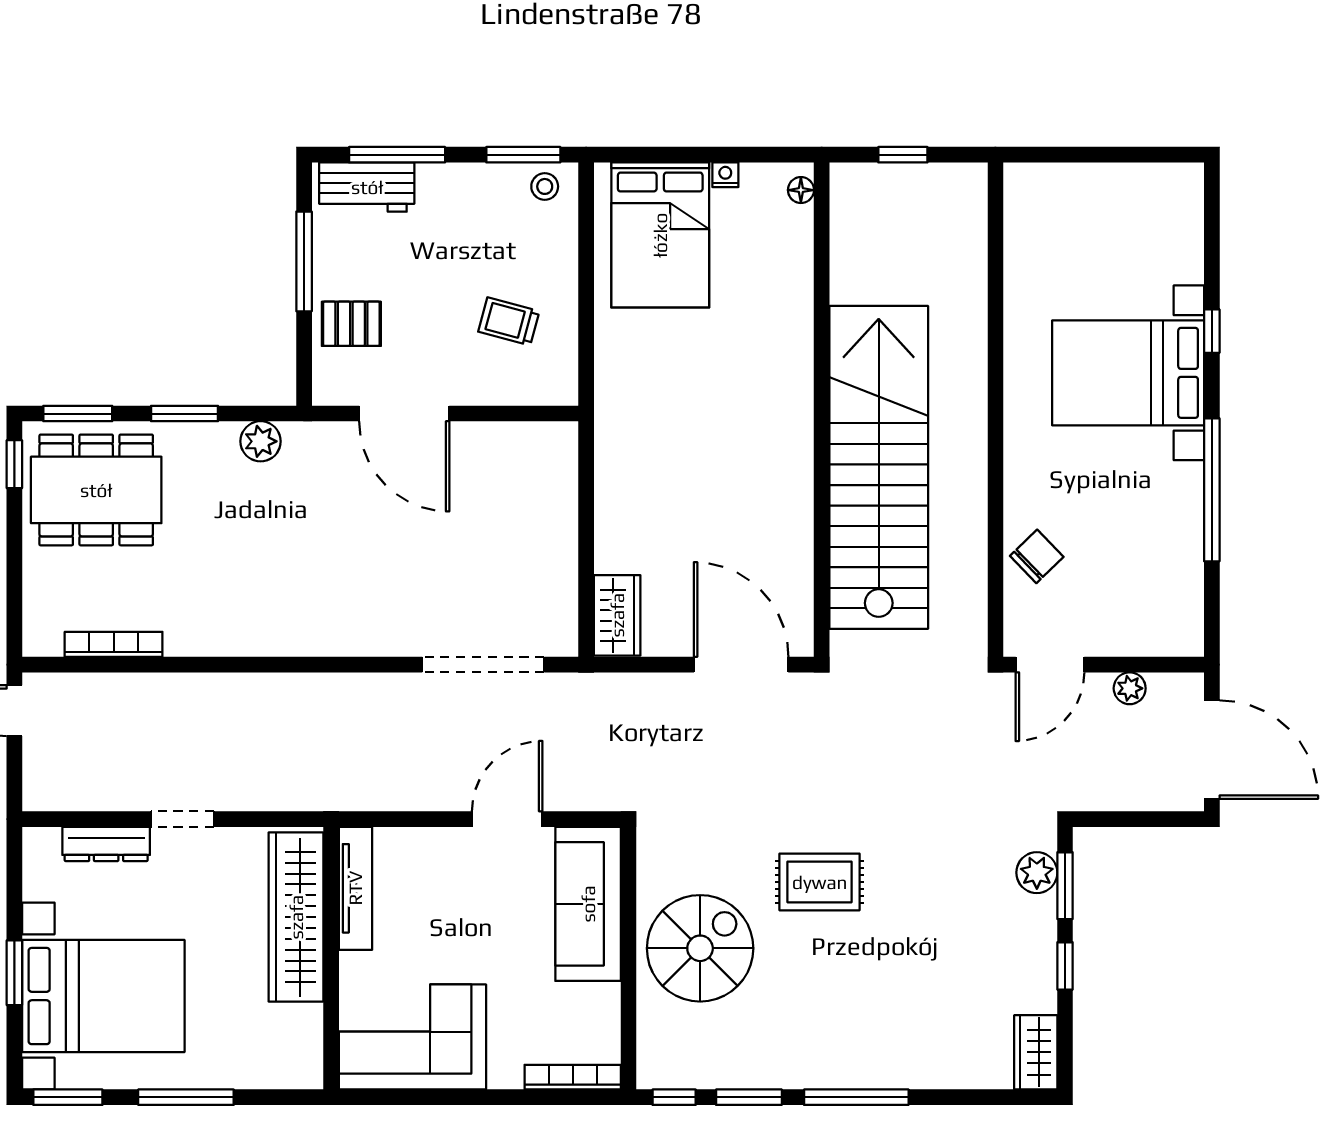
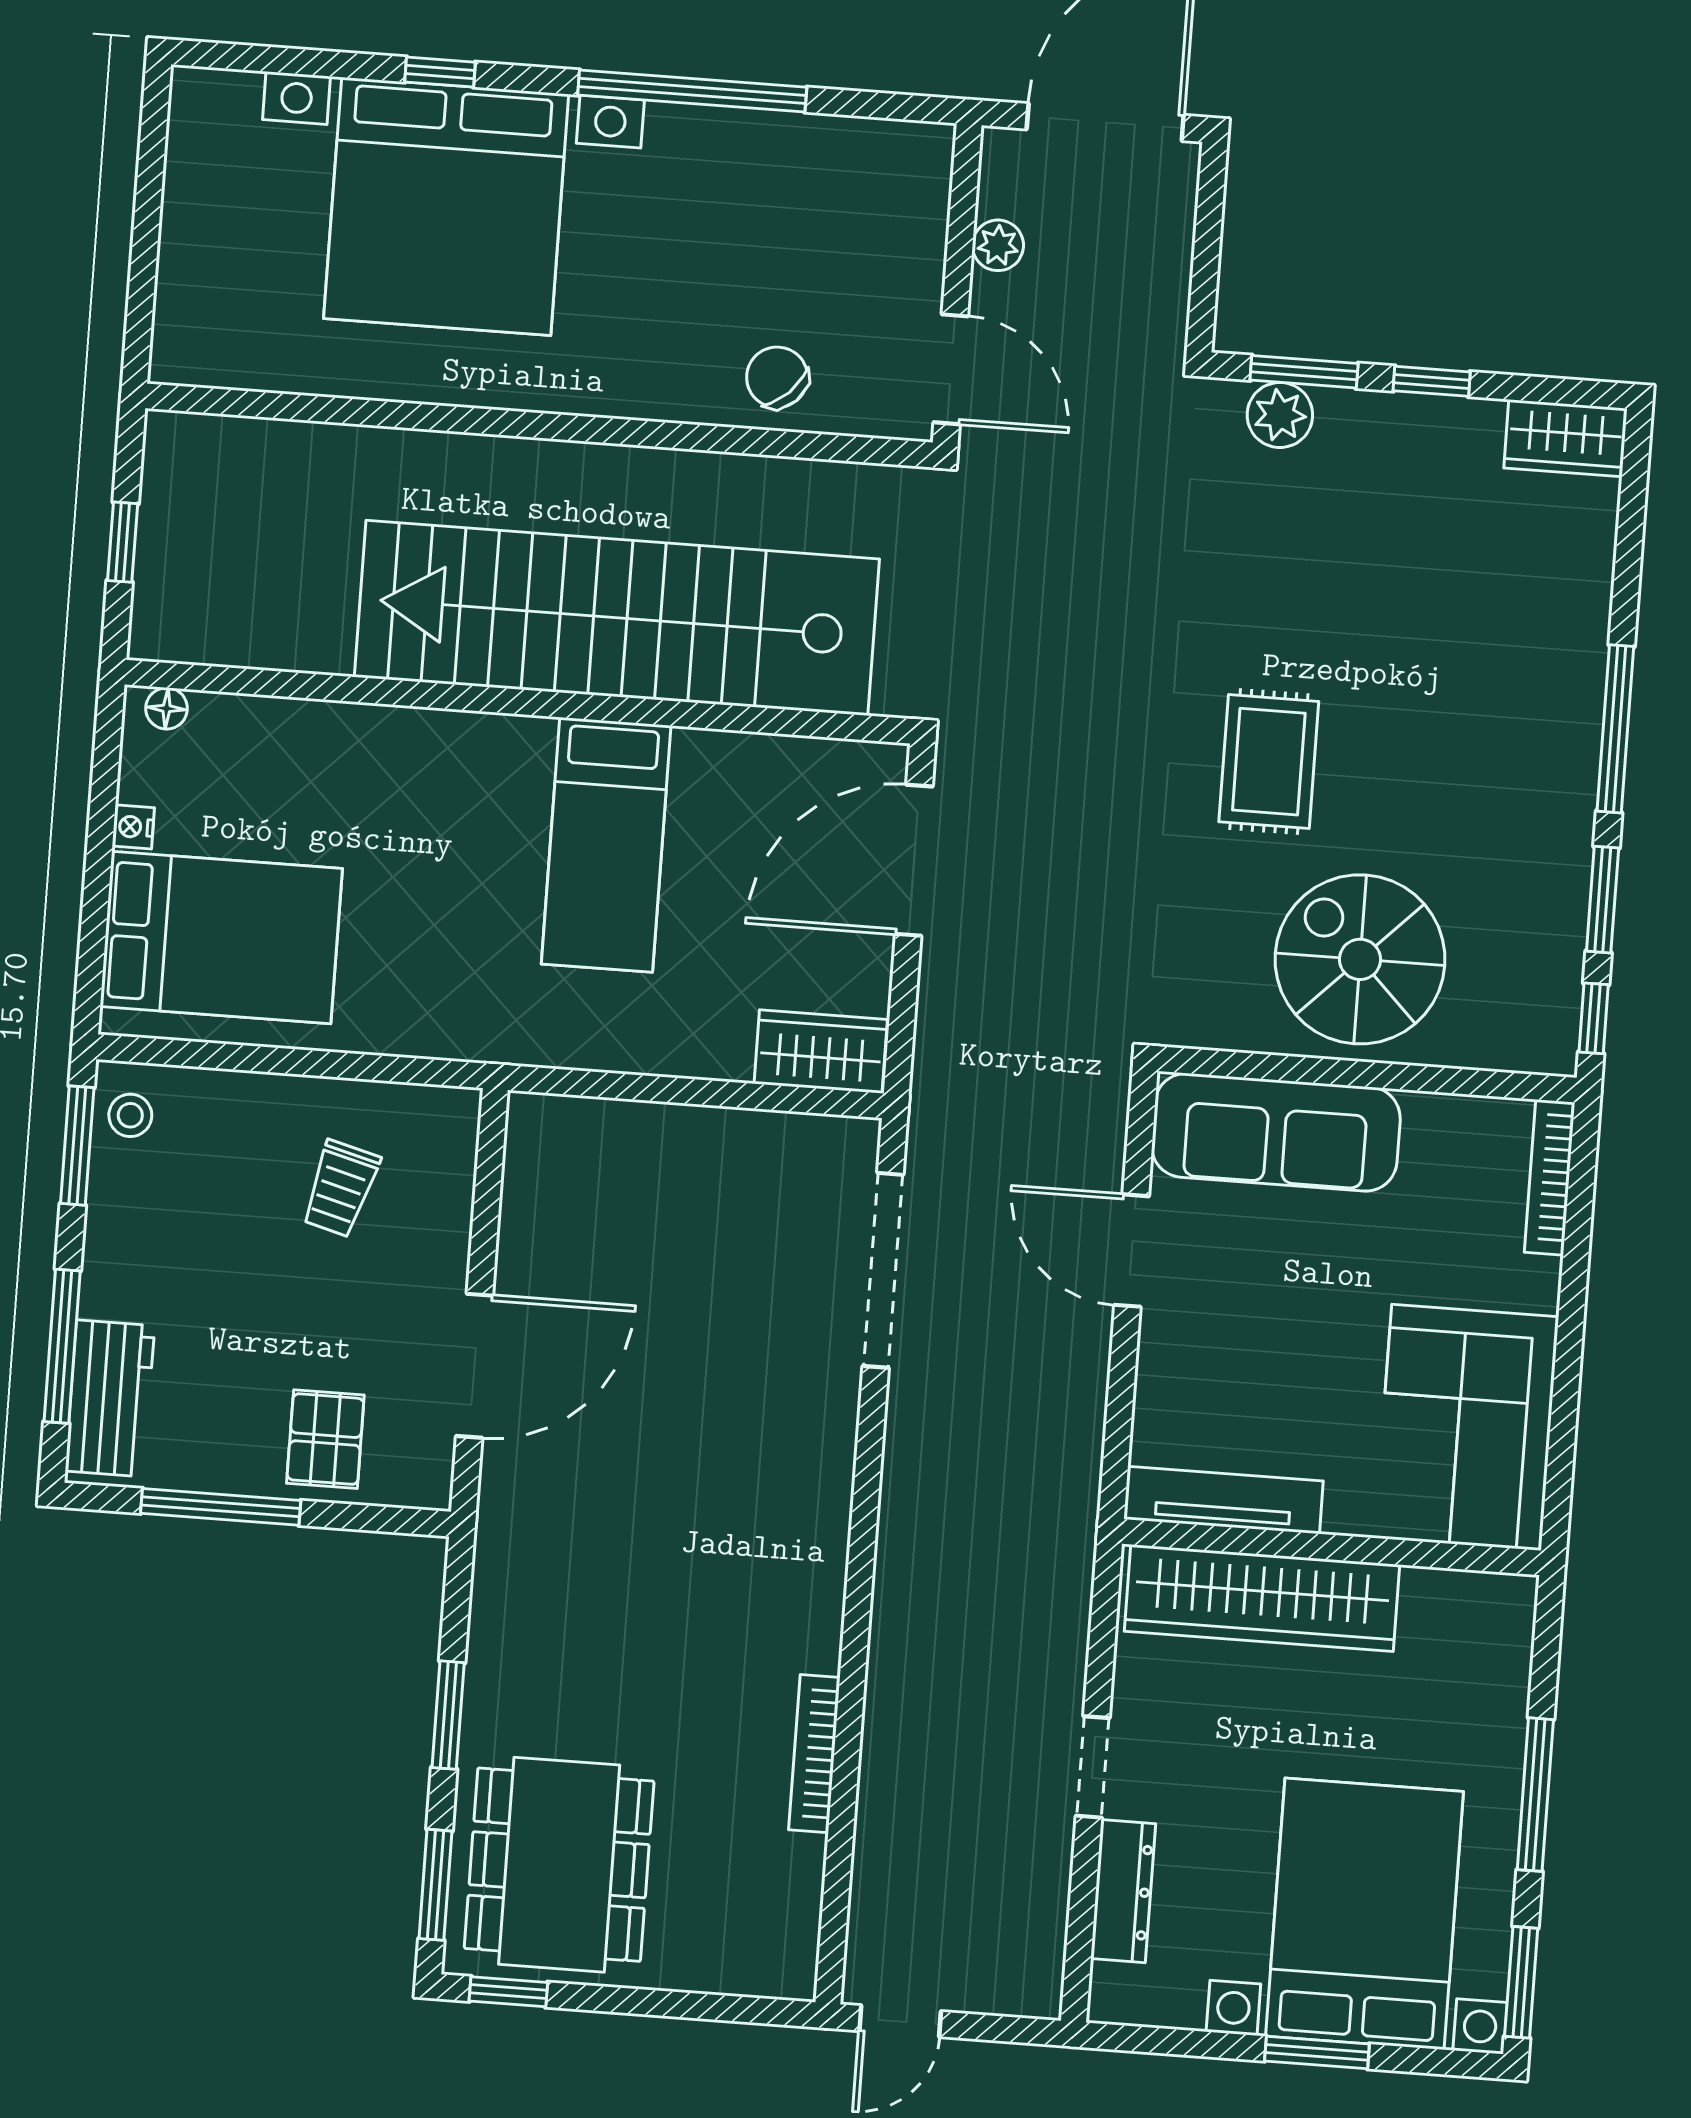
bed with nightstands: (1128, 373) -> (446, 206), width x1.36
plant: (261, 441) -> (501, 1598), removed
bed: (736, 471) -> (606, 845), added
bookcase: (114, 644) -> (814, 1754), moved

